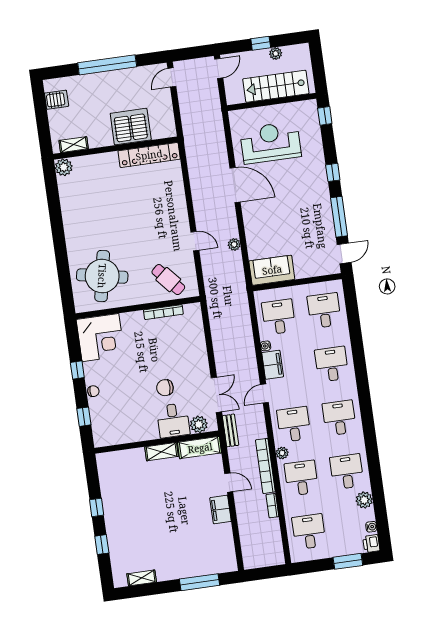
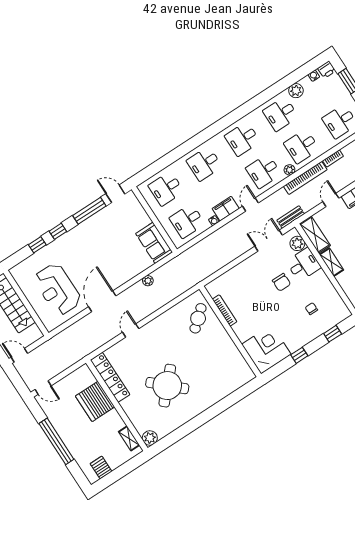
window: (325, 116) -> (37, 245), moved
door: (195, 241) -> (131, 330), moved
round table: (102, 276) -> (167, 386), moved, turned 32
chair: (93, 391) -> (311, 309), moved
door: (264, 394) -> (251, 205), swing flipped

